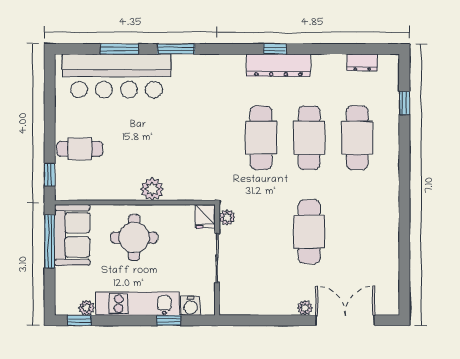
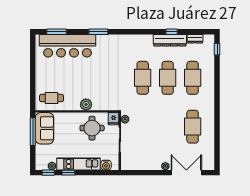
window: (119, 49) -> (57, 32), moved
window: (275, 49) -> (172, 32), moved
dresser: (278, 65) -> (170, 40), moved
window: (404, 103) -> (217, 49), moved
cafe table: (80, 149) -> (52, 98), moved
window: (50, 175) -> (33, 97), removed
cafe table: (309, 232) -> (193, 127), moved
round table: (134, 238) -> (92, 128), moved
window: (169, 320) -> (68, 173), moved

